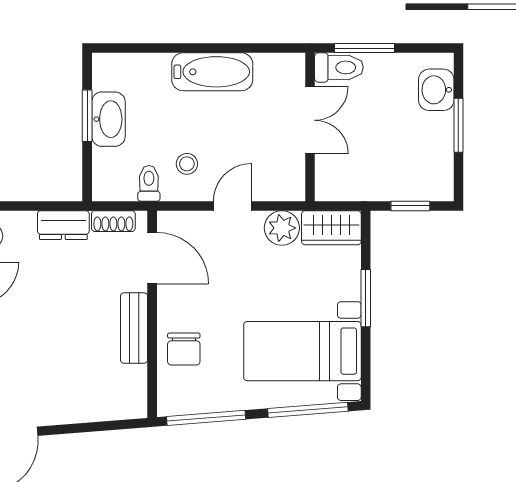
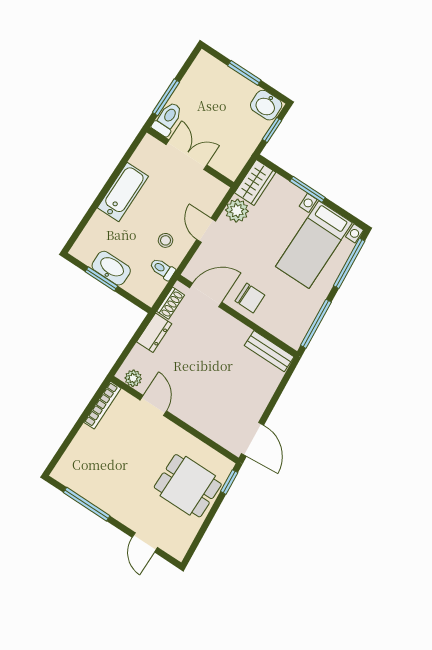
washbasin: (436, 90) -> (266, 105), moved
bench: (134, 328) -> (269, 351), moved
chair: (184, 349) -> (250, 298), moved

